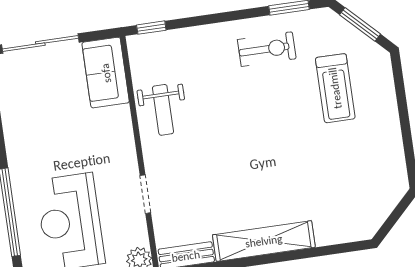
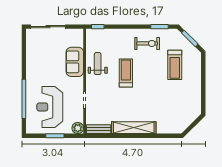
sofa: (106, 73) -> (75, 62), moved
weight bench: (163, 110) -> (98, 64), turned 180
treadmill: (229, 122) -> (126, 73), added

